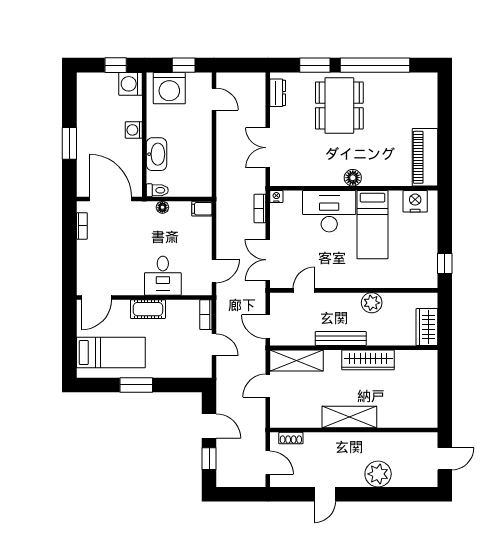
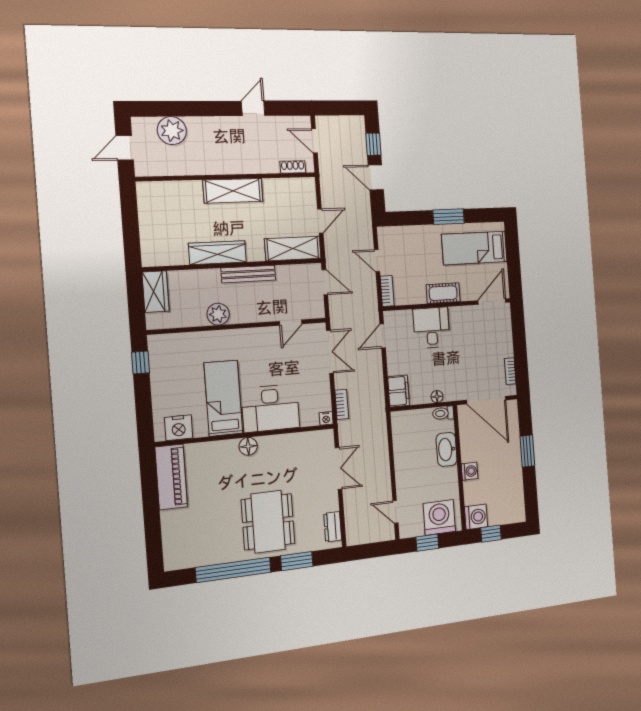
filing cabinet: (202, 209) -> (398, 391), width x2.00
plant: (378, 474) -> (172, 131), moved

